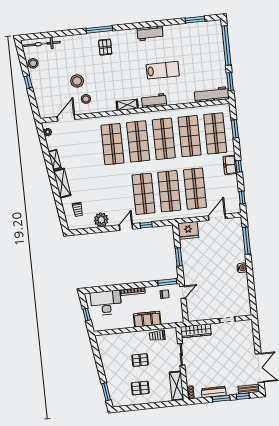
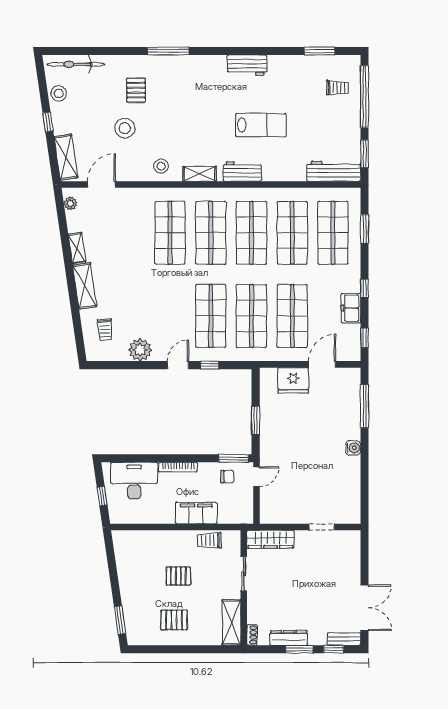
trolley: (209, 42) -> (338, 88), added
pallet: (105, 47) -> (136, 90), moved
stool: (86, 99) -> (161, 166), moved
shelving: (42, 103) -> (66, 157), added
freezer: (230, 165) -> (351, 308), moved
fridge: (188, 230) -> (293, 380), moved

